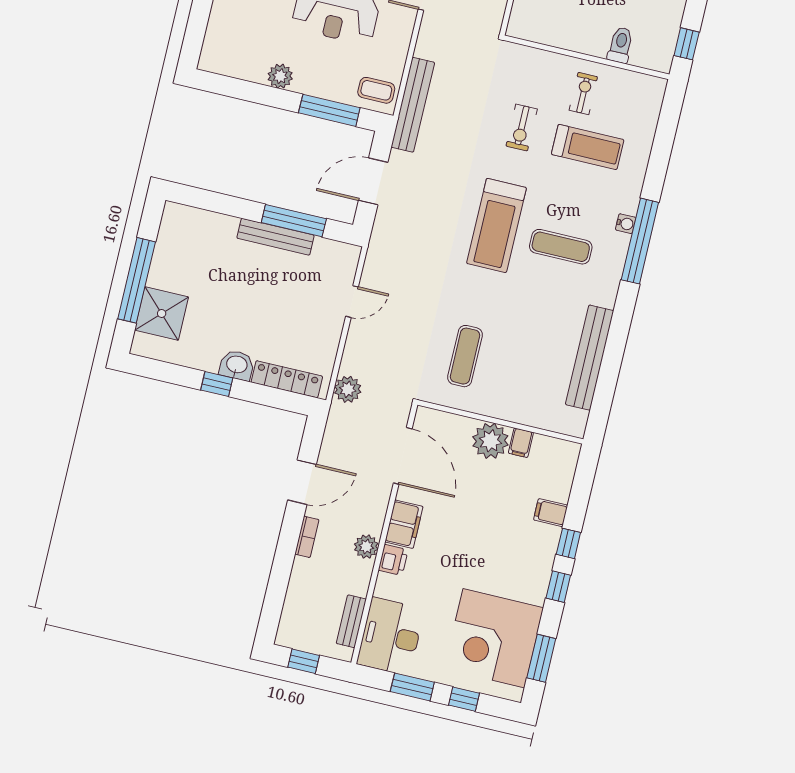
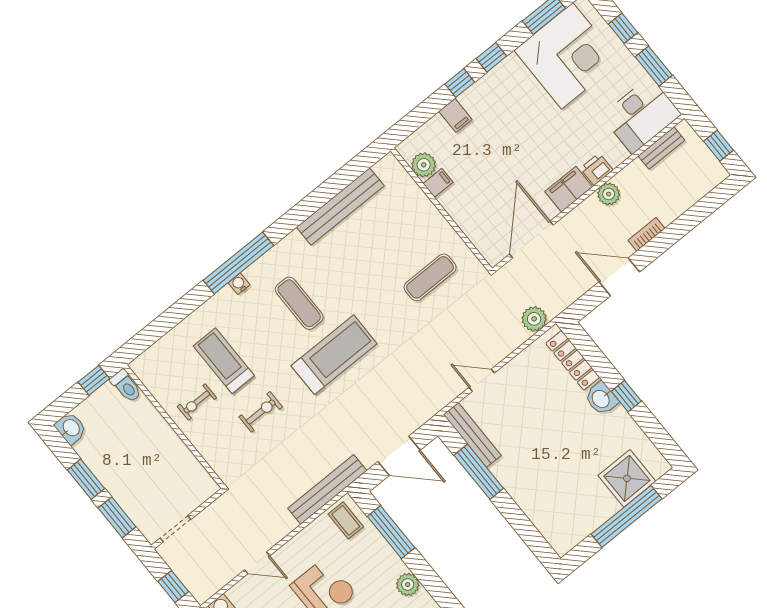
toilet: (620, 45) -> (126, 386), moved, turned -90
bench: (276, 237) -> (472, 435), moved
plant: (490, 441) -> (424, 165), moved, width x0.73, depth x0.73

